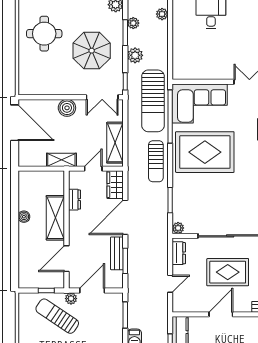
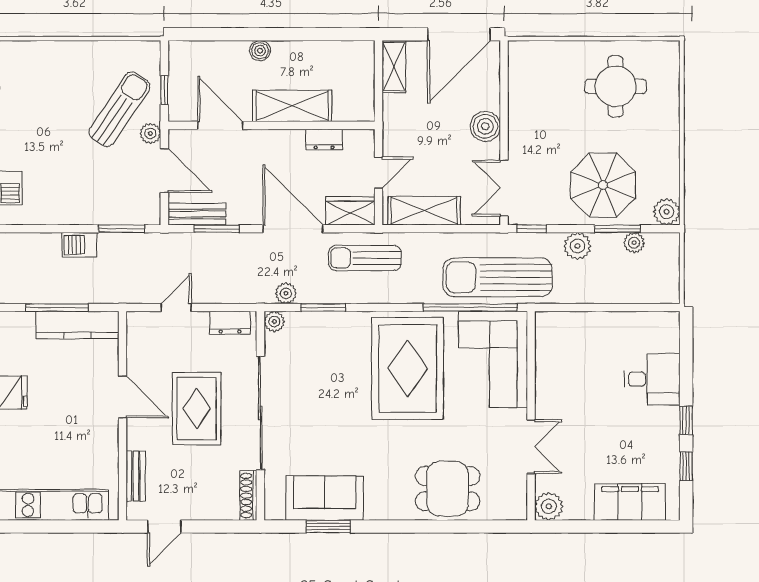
plant: (162, 14) -> (286, 293), moved
parasol: (92, 51) -> (603, 185), moved
shelving: (61, 160) -> (394, 67), moved
sun lounger: (156, 161) -> (365, 258), moved
door: (93, 169) -> (378, 173), hinge flipped
boiler: (24, 217) -> (260, 51), moved
bench: (117, 253) -> (197, 214), moved
door: (170, 284) -> (176, 308), swing flipped

